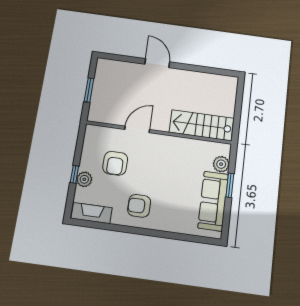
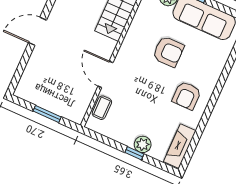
coffee table: (107, 135) -> (102, 108), added
armchair: (115, 163) -> (168, 52), moved

